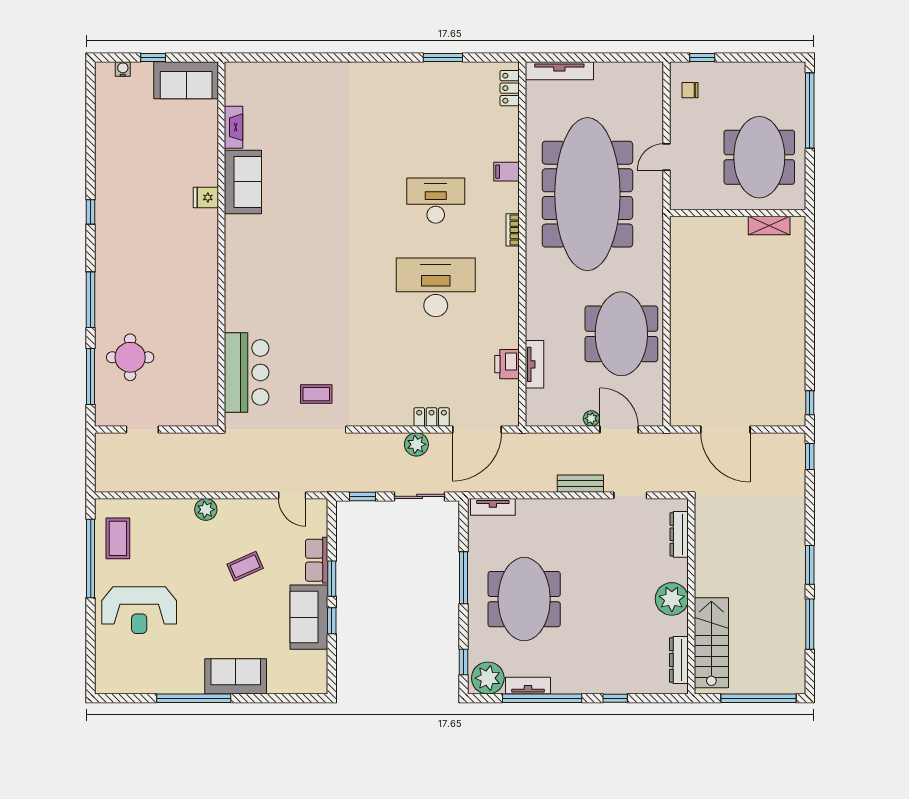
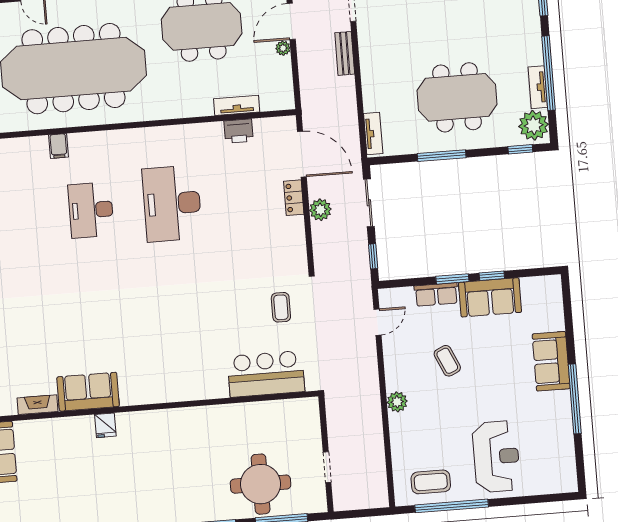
bookcase: (513, 230) -> (113, 136), removed
round table: (130, 357) -> (261, 484), width x1.36, depth x1.36

